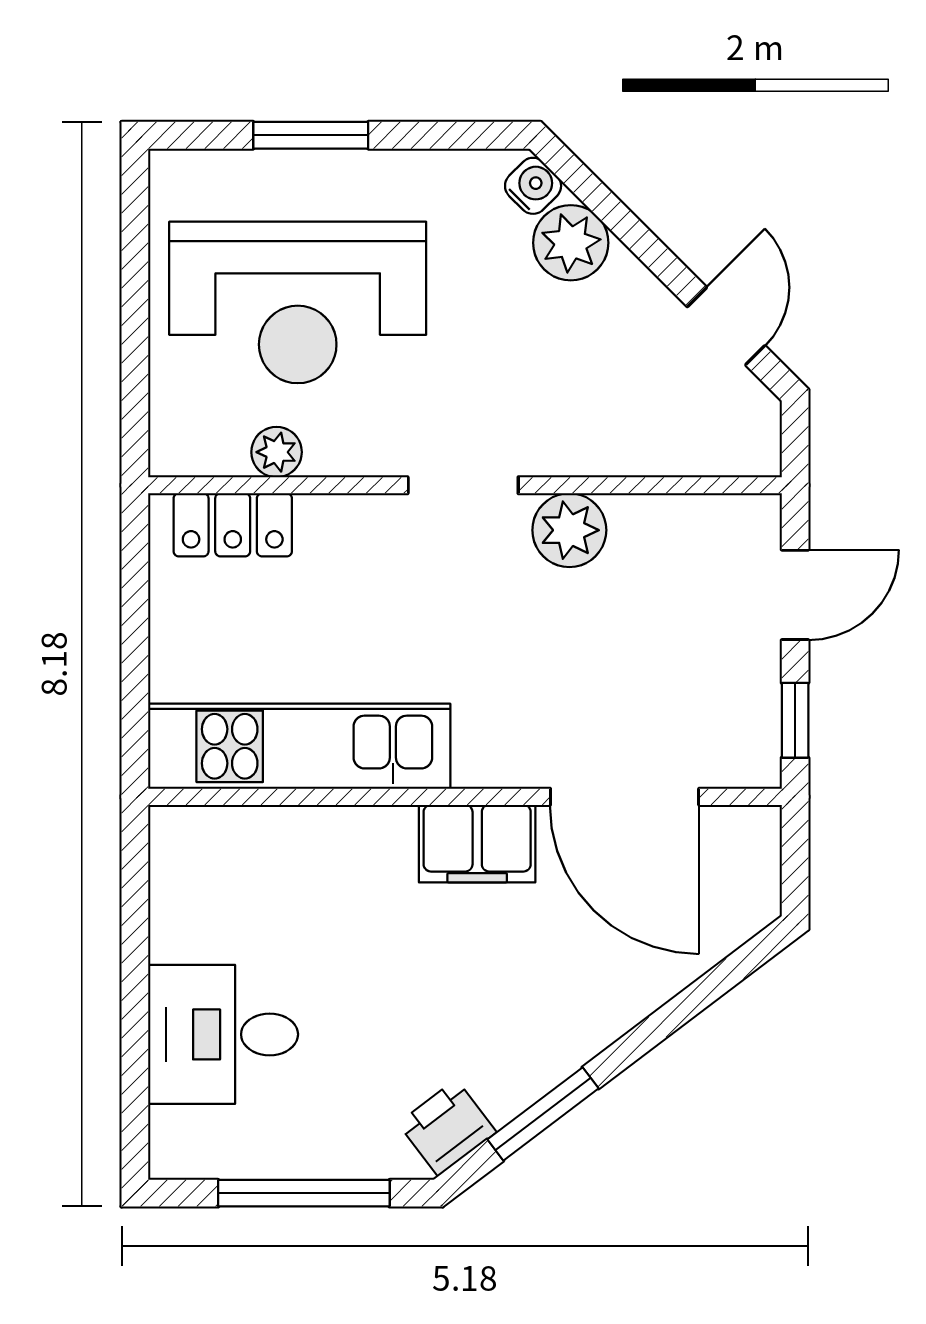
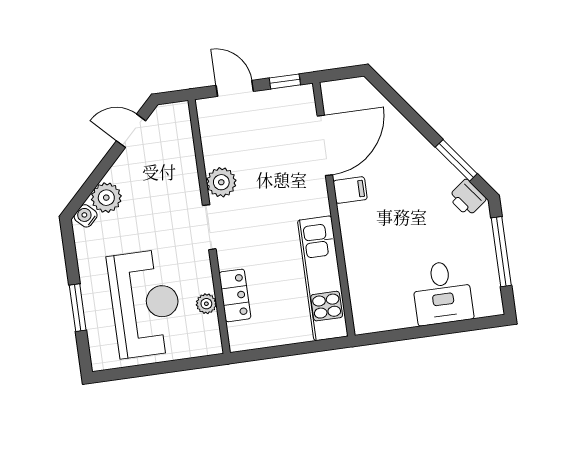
locker: (233, 525) -> (235, 295), moved
filing cabinet: (477, 844) -> (350, 190), width x0.50

